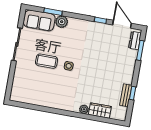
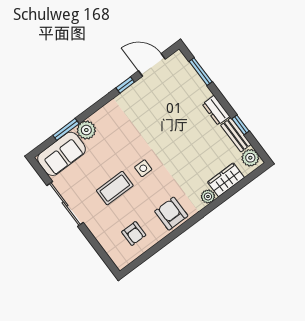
dresser: (135, 41) -> (216, 110), moved
armchair: (33, 90) -> (134, 234), added
armchair: (59, 99) -> (171, 214), added
plant: (121, 112) -> (250, 158), added

